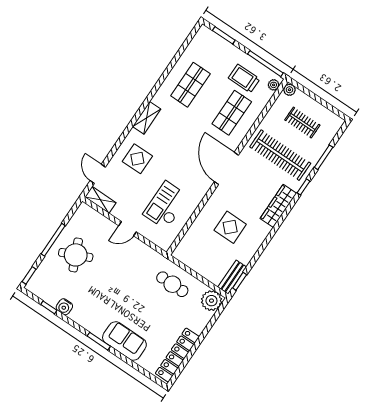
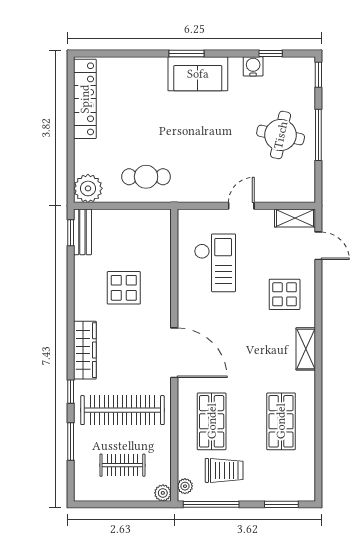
round table: (76, 255) -> (281, 135), turned 36
sofa: (124, 341) -> (198, 74), moved

